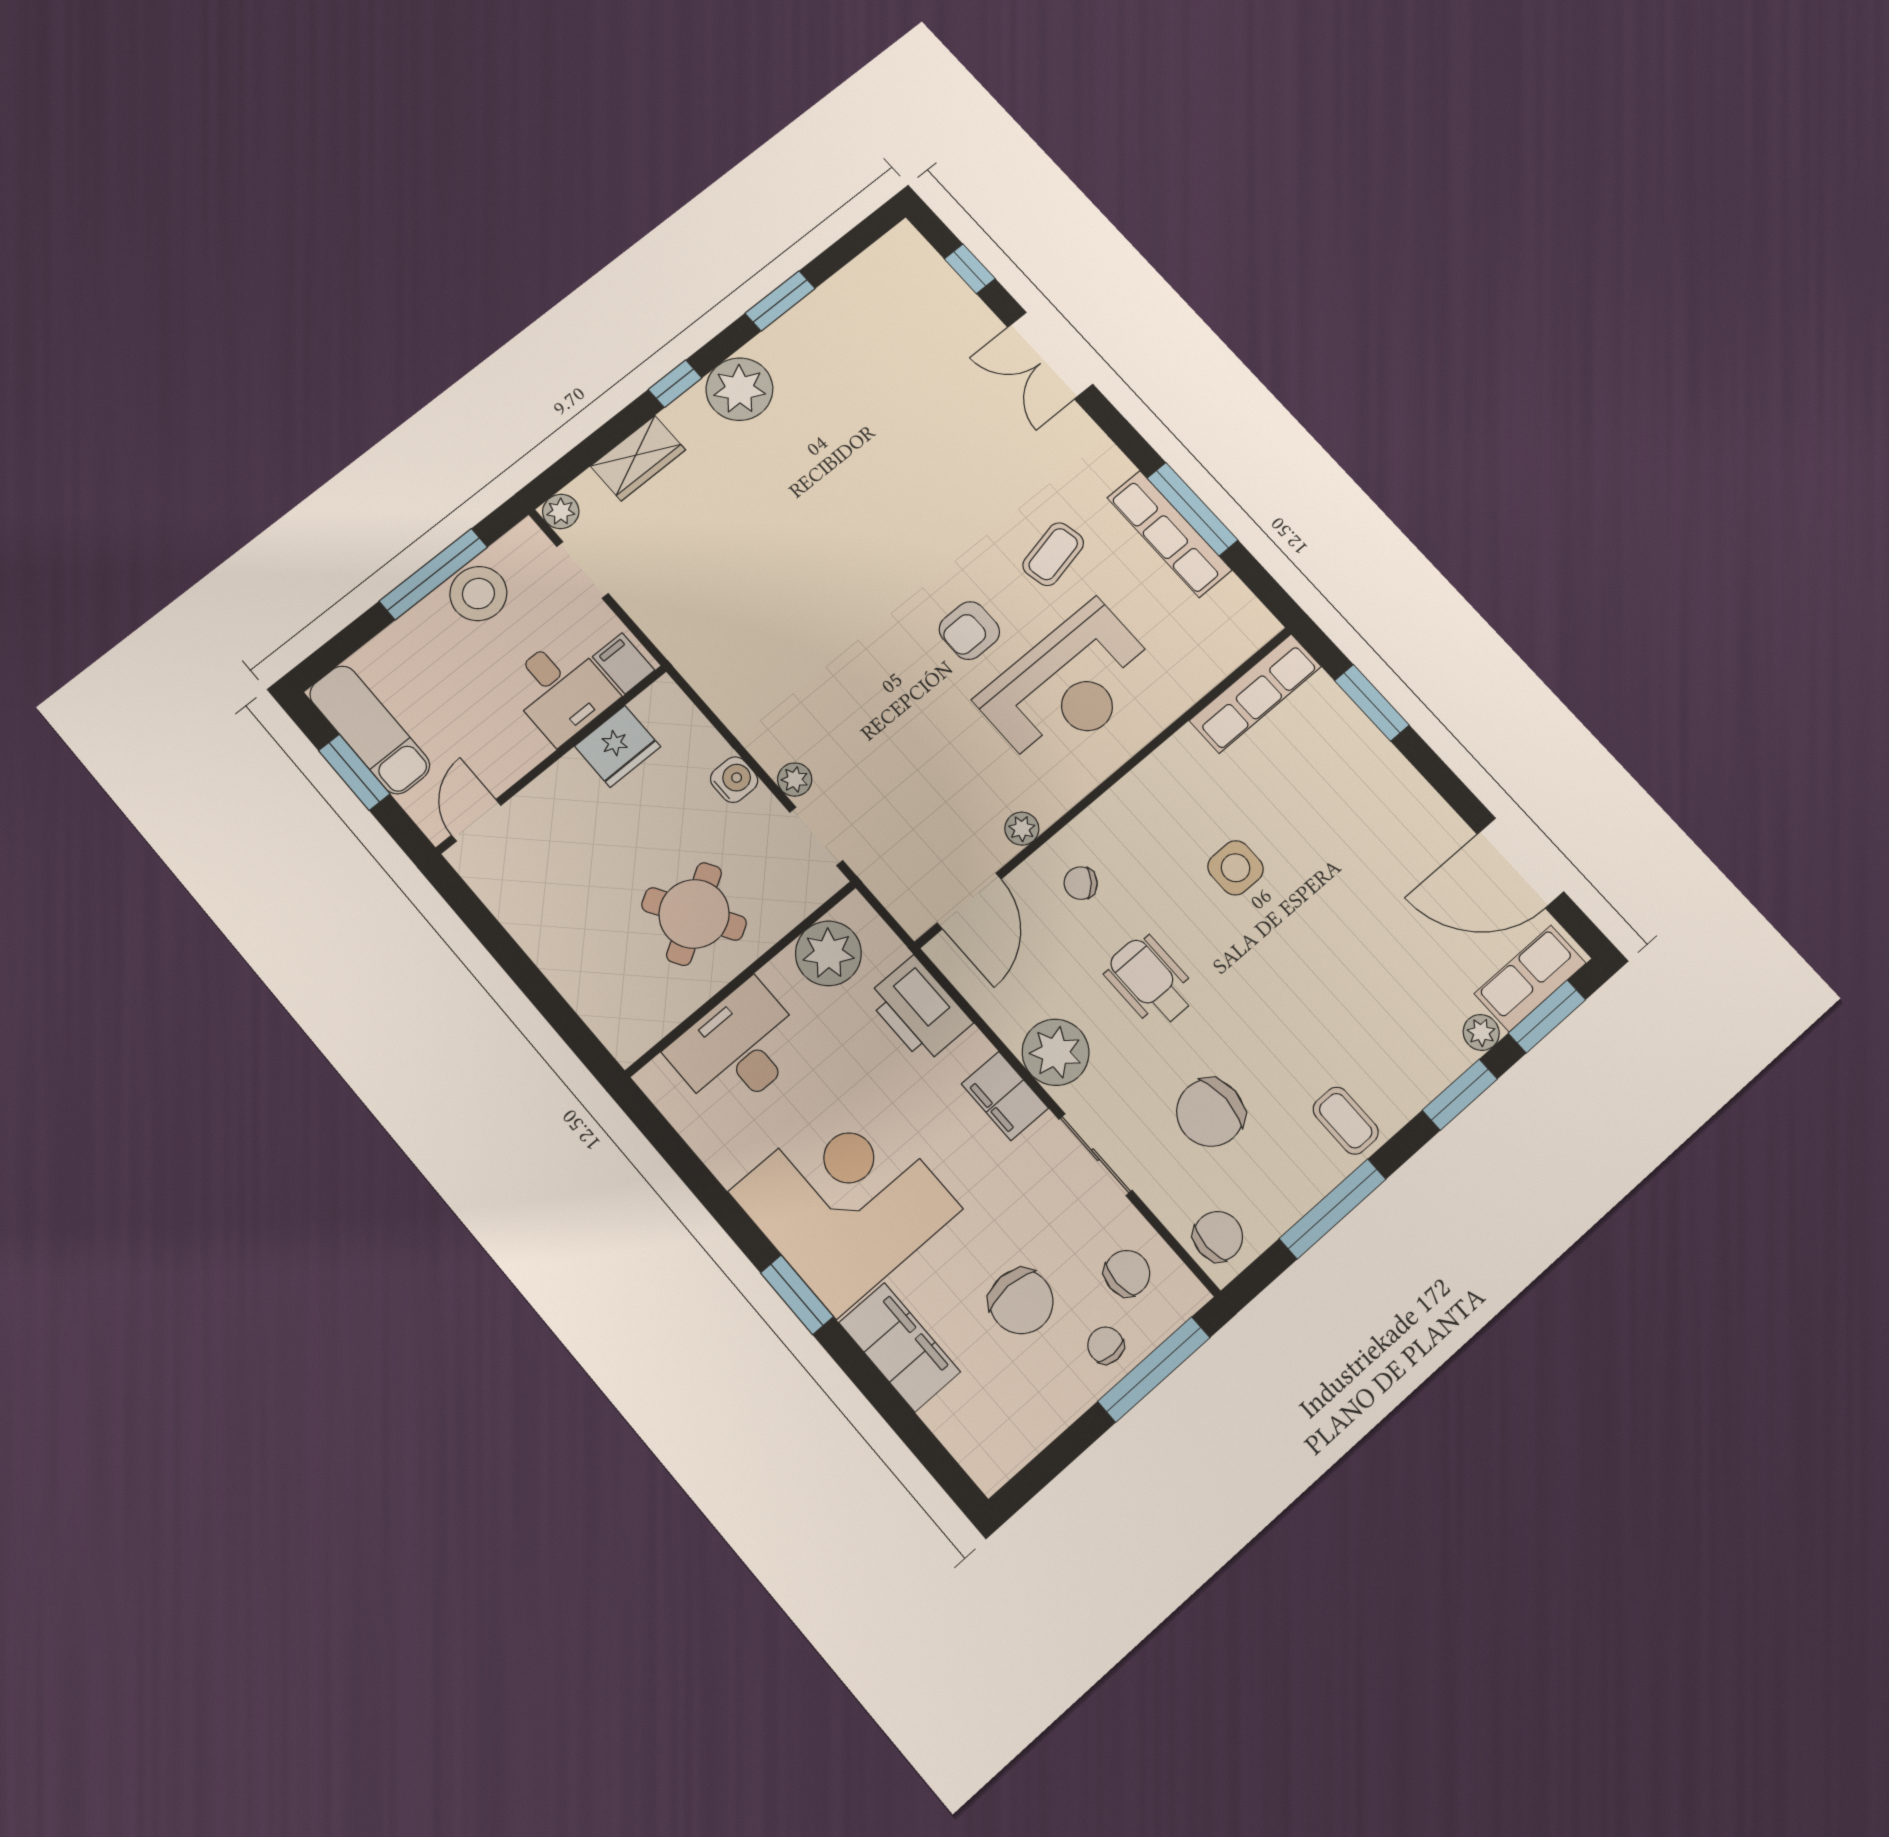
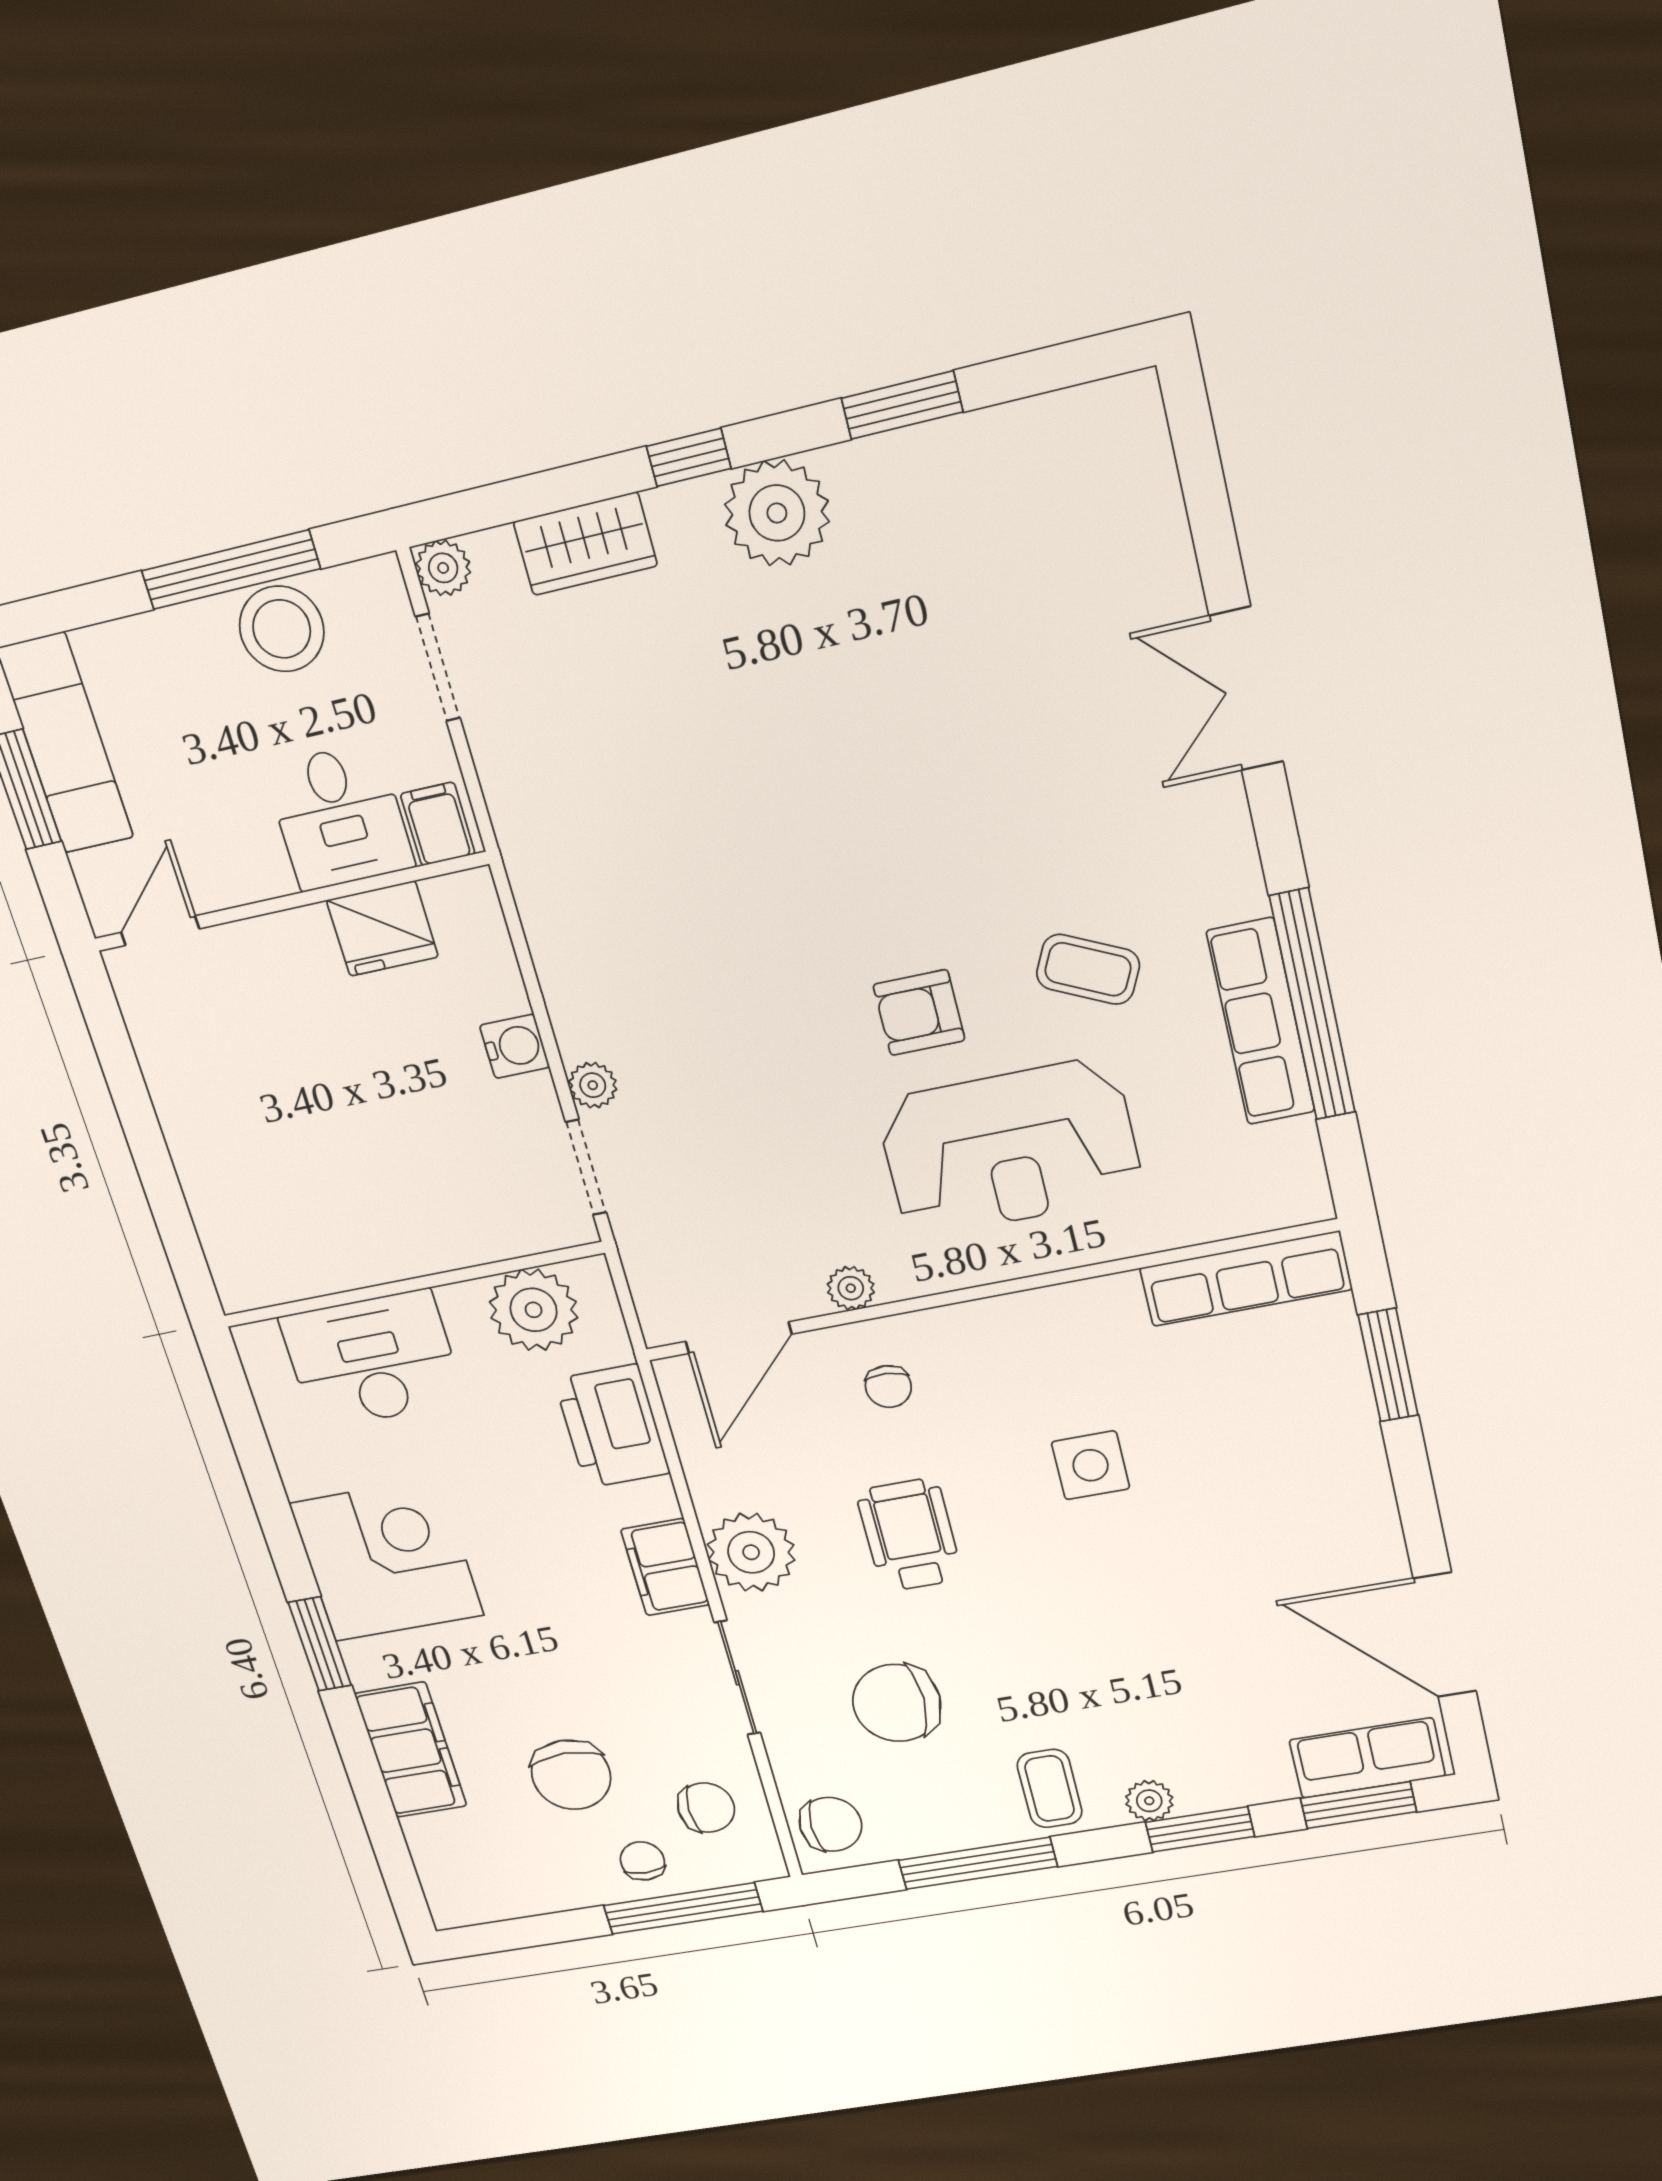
window: (970, 269) -> (1206, 496), removed
window: (1192, 509) -> (1313, 1005), width x1.46
coffee table: (1053, 554) -> (1088, 969), turned 38
chair: (1081, 883) -> (888, 1387), turned -126
round table: (694, 914) -> (389, 1182), removed
plant: (1481, 1032) -> (1149, 1801), moved
corner desk: (846, 1200) -> (387, 1559), width x0.74, depth x0.74

